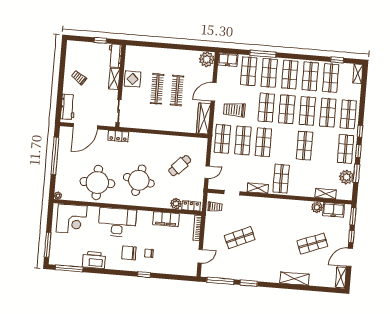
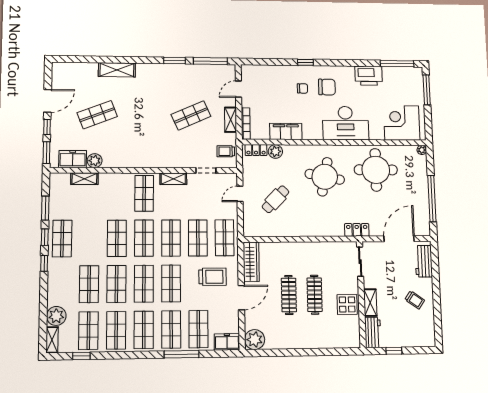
shop shelf: (348, 114) -> (144, 238), moved
plant: (347, 177) -> (56, 316), moved
shelving: (341, 277) -> (231, 120), moved

